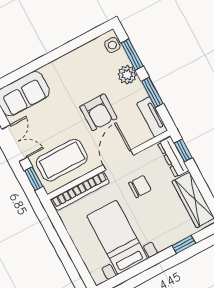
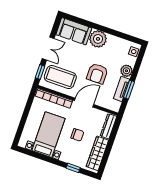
window: (132, 55) -> (138, 65), removed
plant: (58, 73) -> (98, 39), added
tv unit: (152, 117) -> (122, 89), moved
window: (183, 150) -> (116, 128), removed
chair: (140, 186) -> (77, 135), moved

